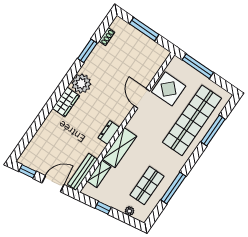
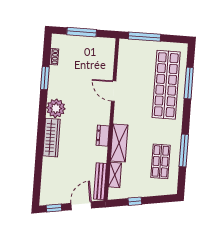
display table: (169, 89) -> (131, 70), removed
wardrobe: (66, 102) -> (52, 138), width x1.50
plant: (130, 211) -> (158, 191), removed

